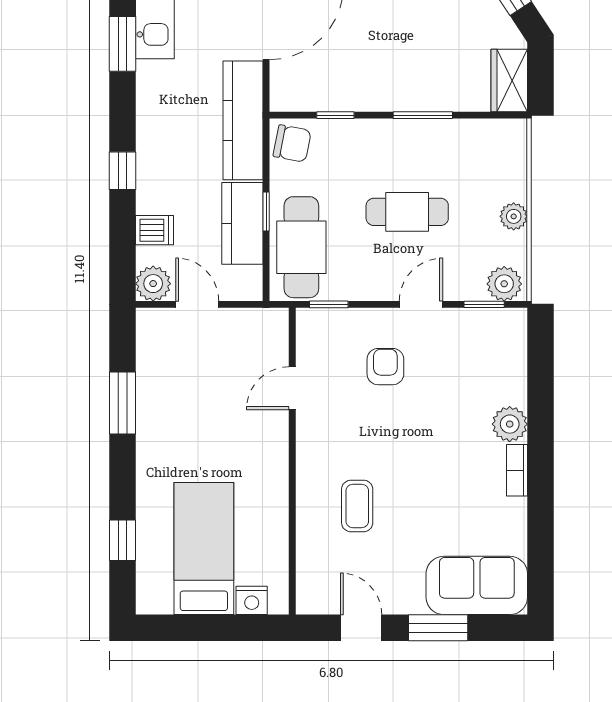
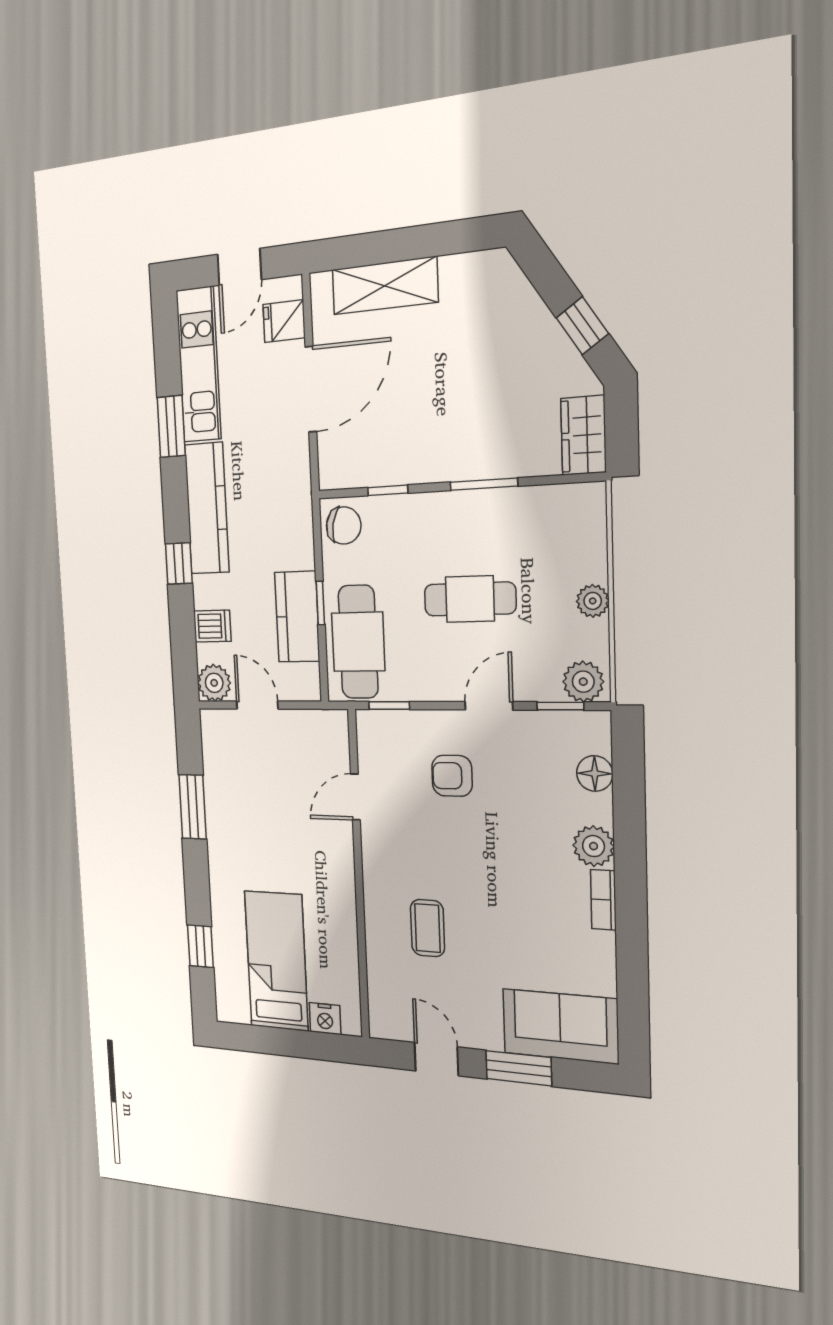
kitchen counter: (243, 120) -> (207, 508), moved, turned 180
floor lamp: (512, 362) -> (595, 773), added
armchair: (385, 367) -> (452, 776), turned -90

